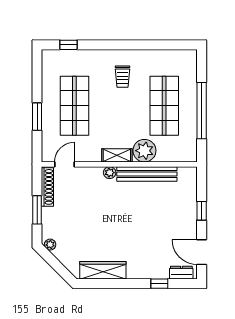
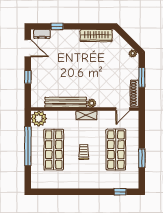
trolley: (122, 77) -> (84, 152), moved
window: (37, 117) -> (142, 158), moved
plant: (144, 151) -> (39, 118), moved

